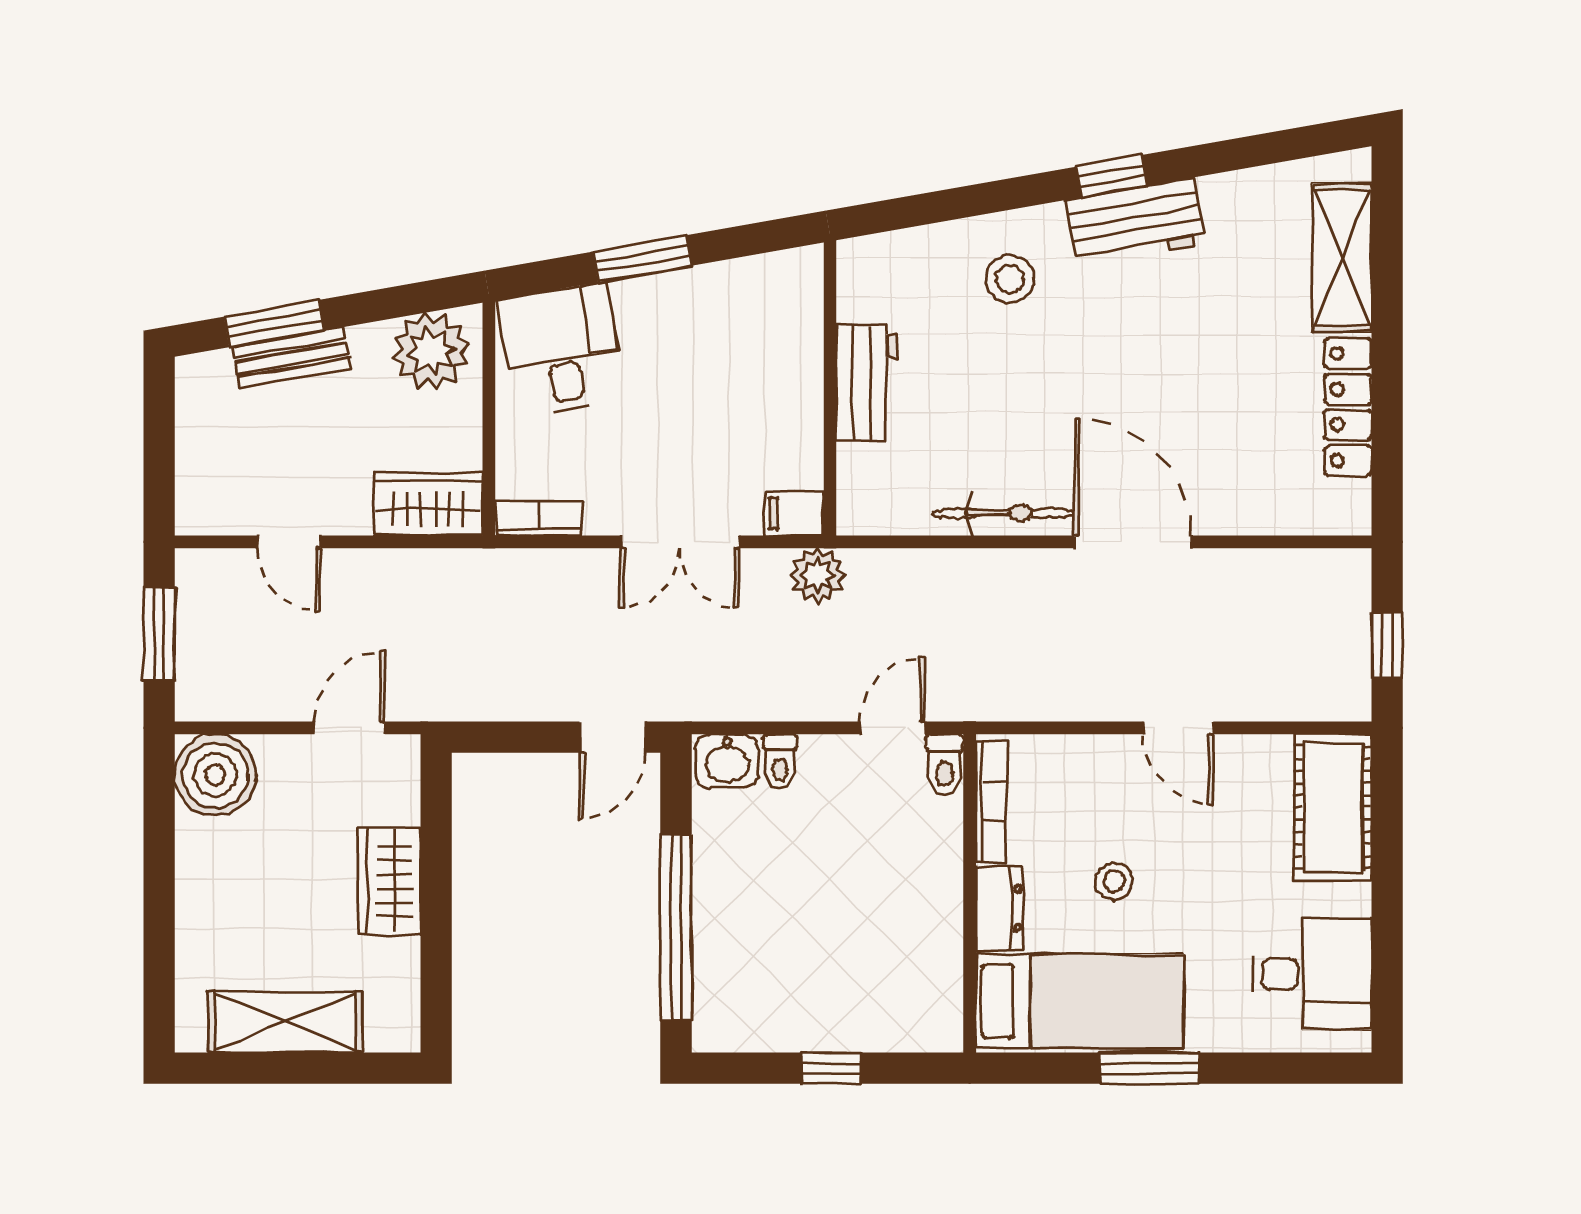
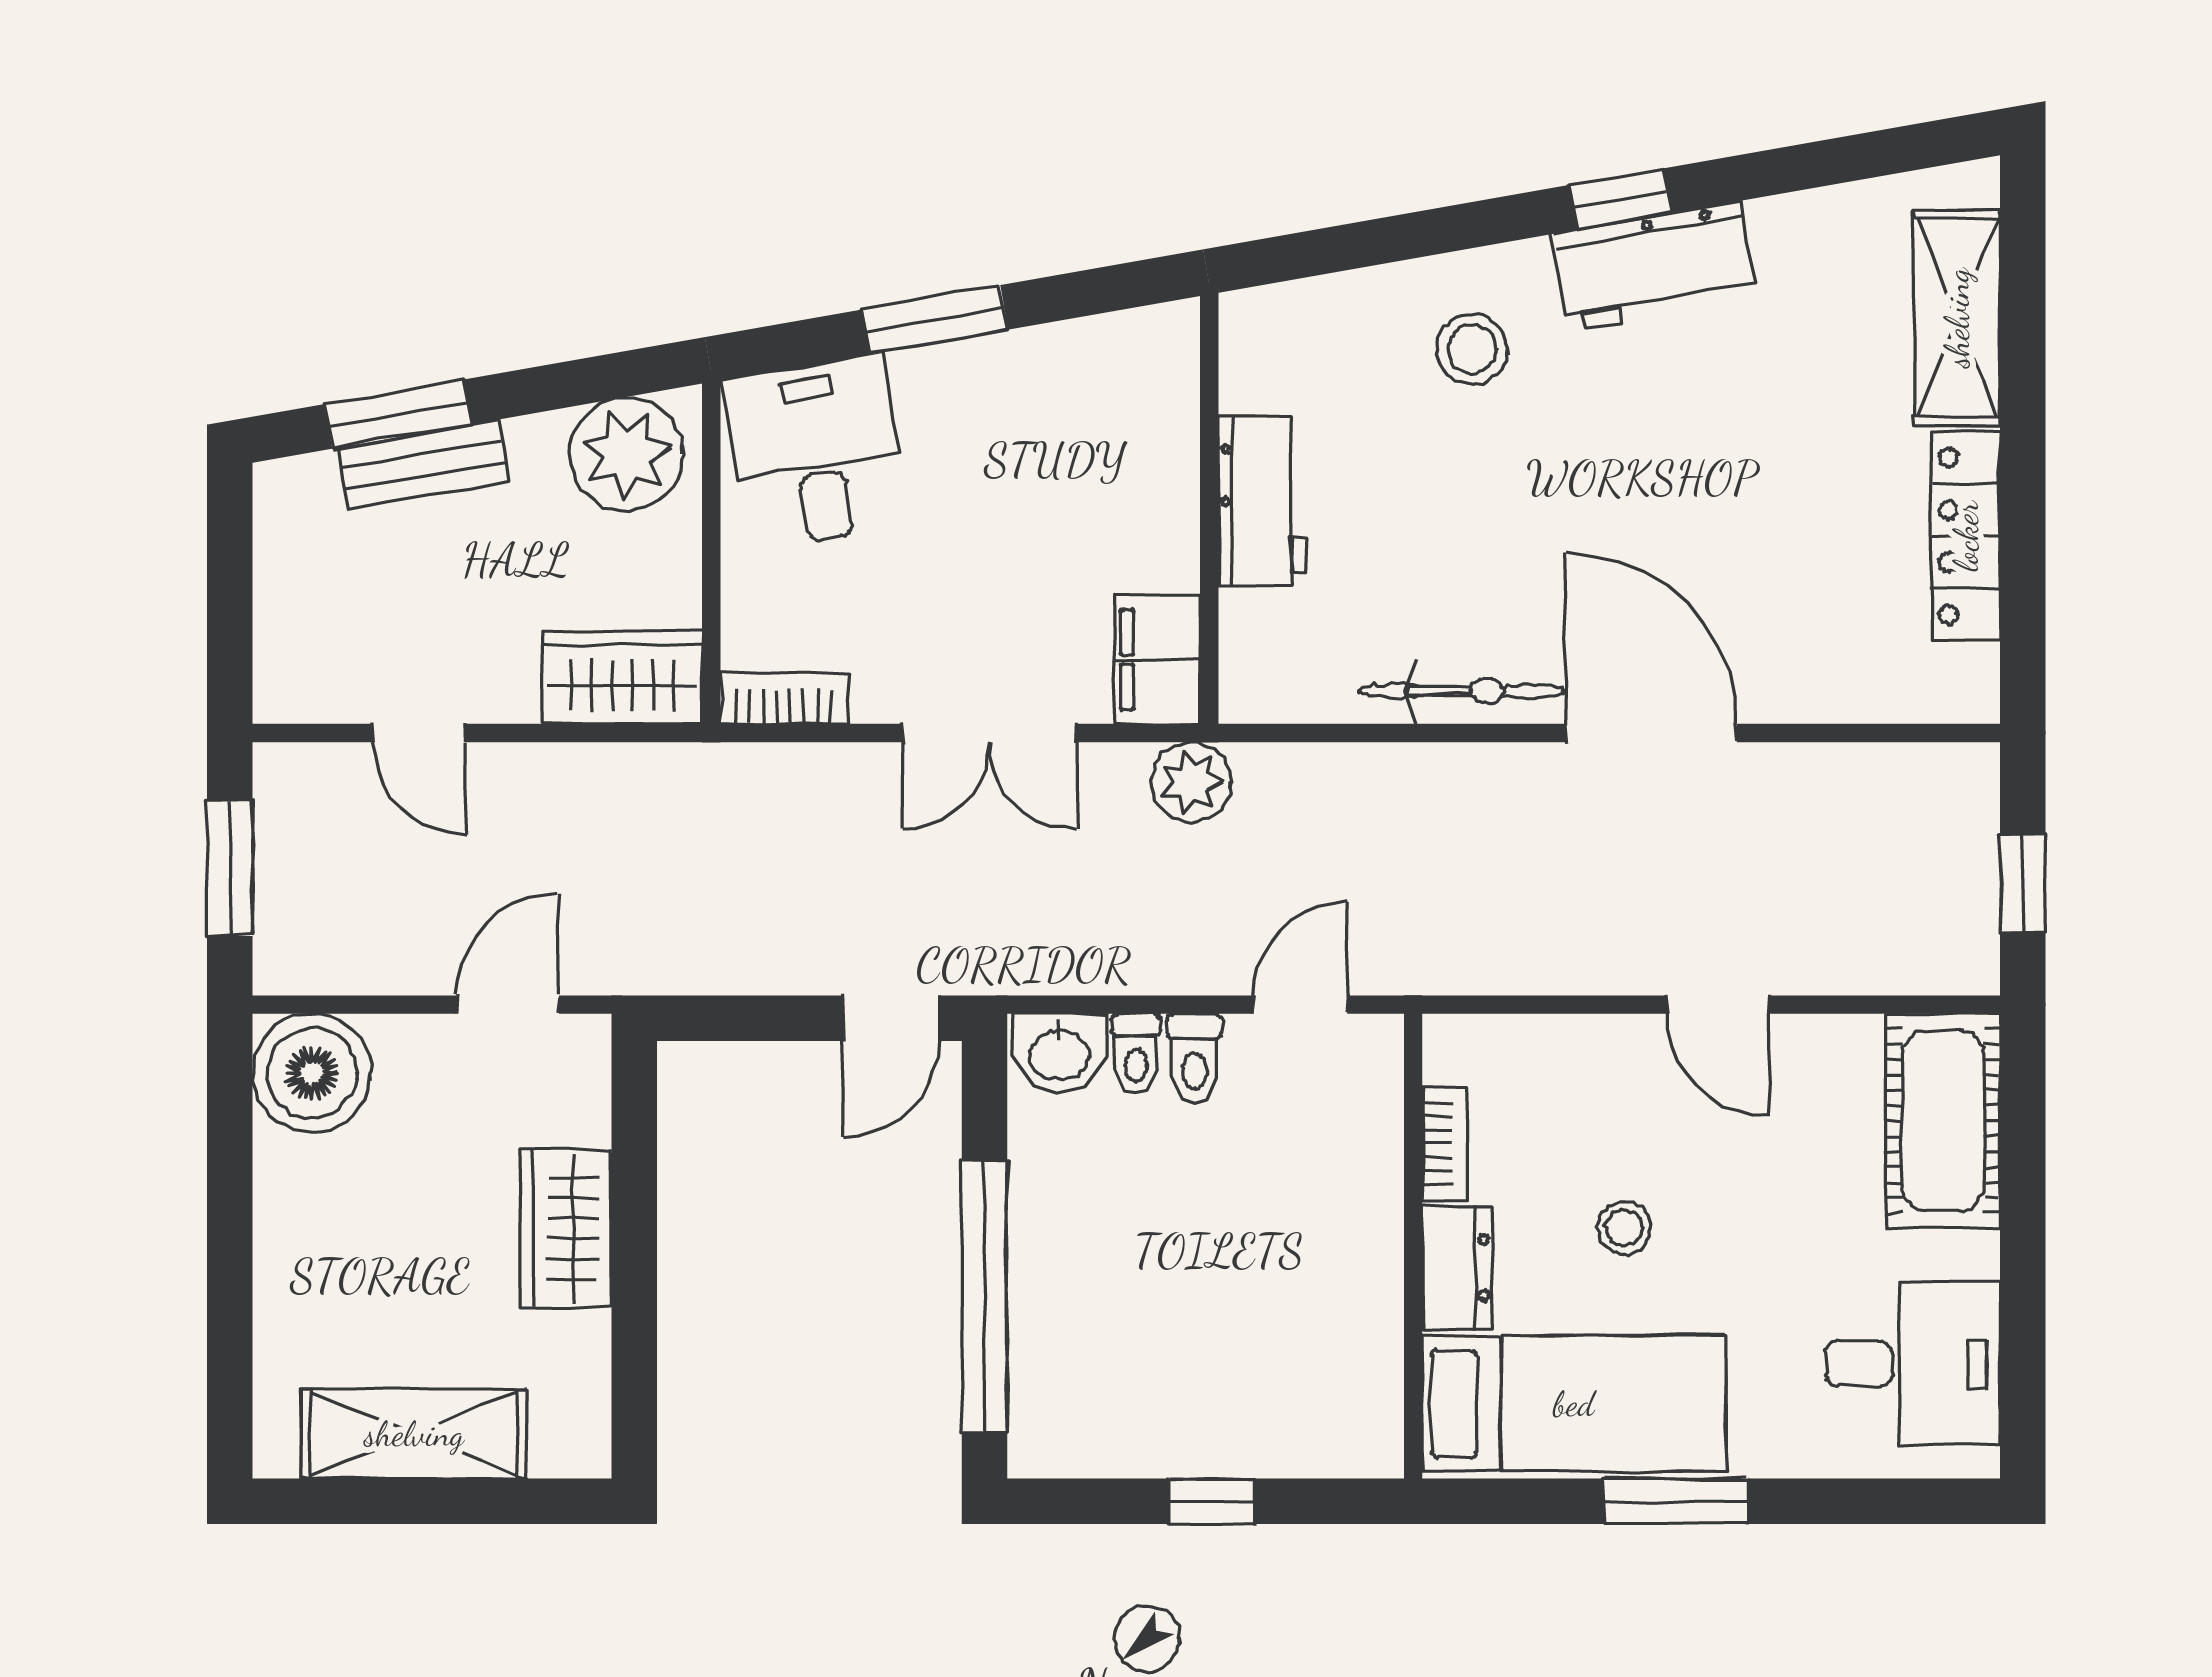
filing cabinet: (794, 514) -> (1157, 660), width x2.00
toilet: (944, 765) -> (1195, 1059), moved
bookcase: (991, 801) -> (1445, 1144), width x0.64

